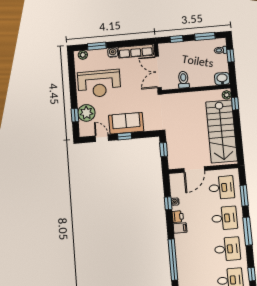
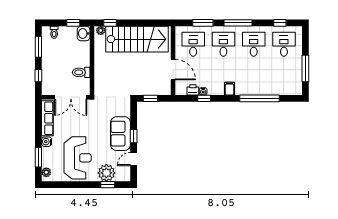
window: (230, 56) -> (73, 23), moved
printer: (178, 217) -> (193, 90), moved

